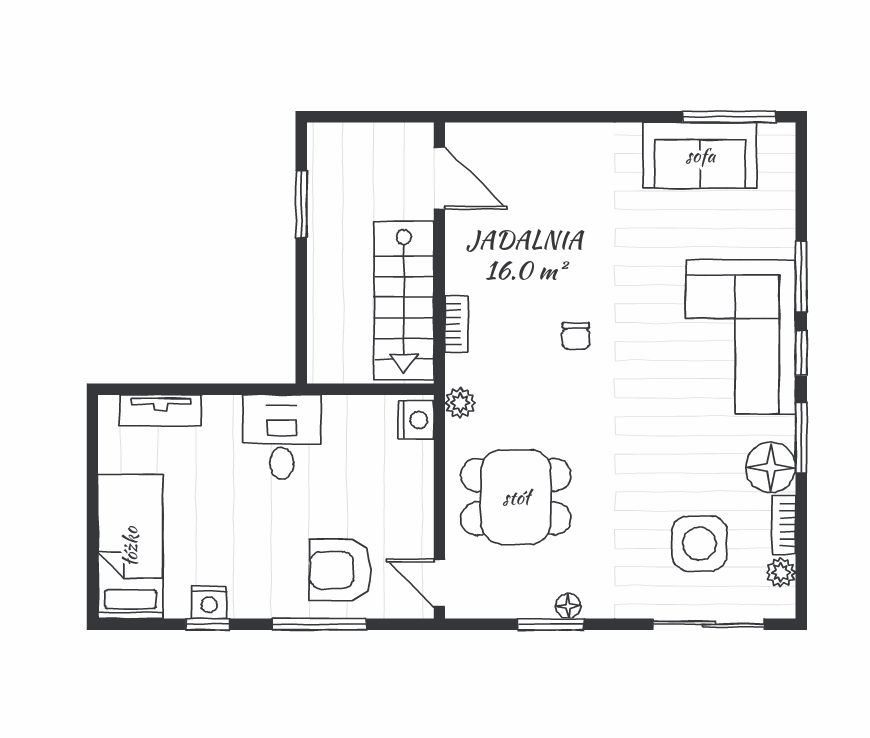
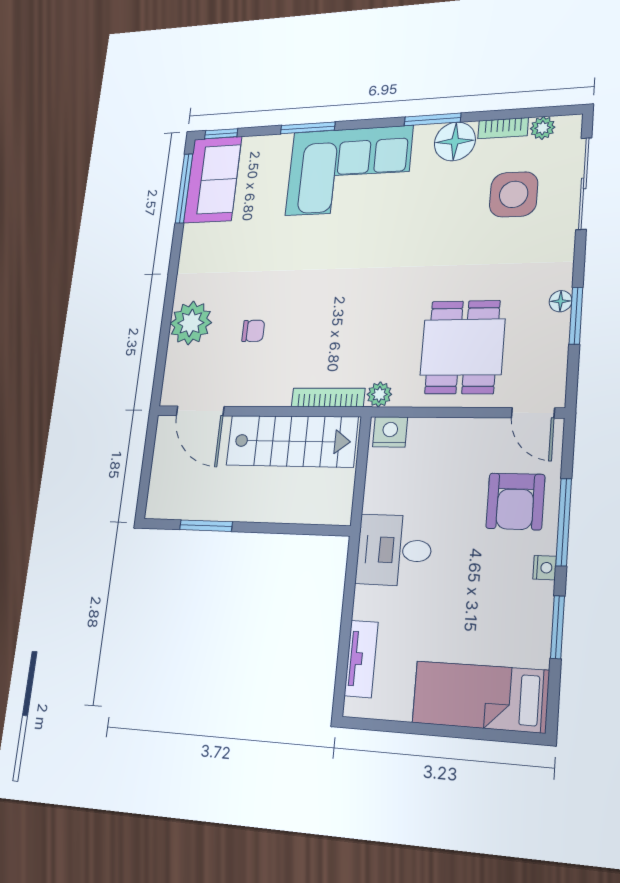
plant: (550, 151) -> (191, 323), added
sofa: (700, 155) -> (213, 180), moved
door: (439, 178) -> (200, 411), swing flipped
bookcase: (456, 324) -> (328, 397), width x1.56
chair: (576, 336) -> (253, 331), moved
window: (801, 353) -> (221, 134), moved
door: (439, 583) -> (533, 413), hinge flipped
nightstand: (209, 602) -> (545, 568), moved, width x0.72, depth x0.74
window: (208, 624) -> (558, 627), width x1.50

